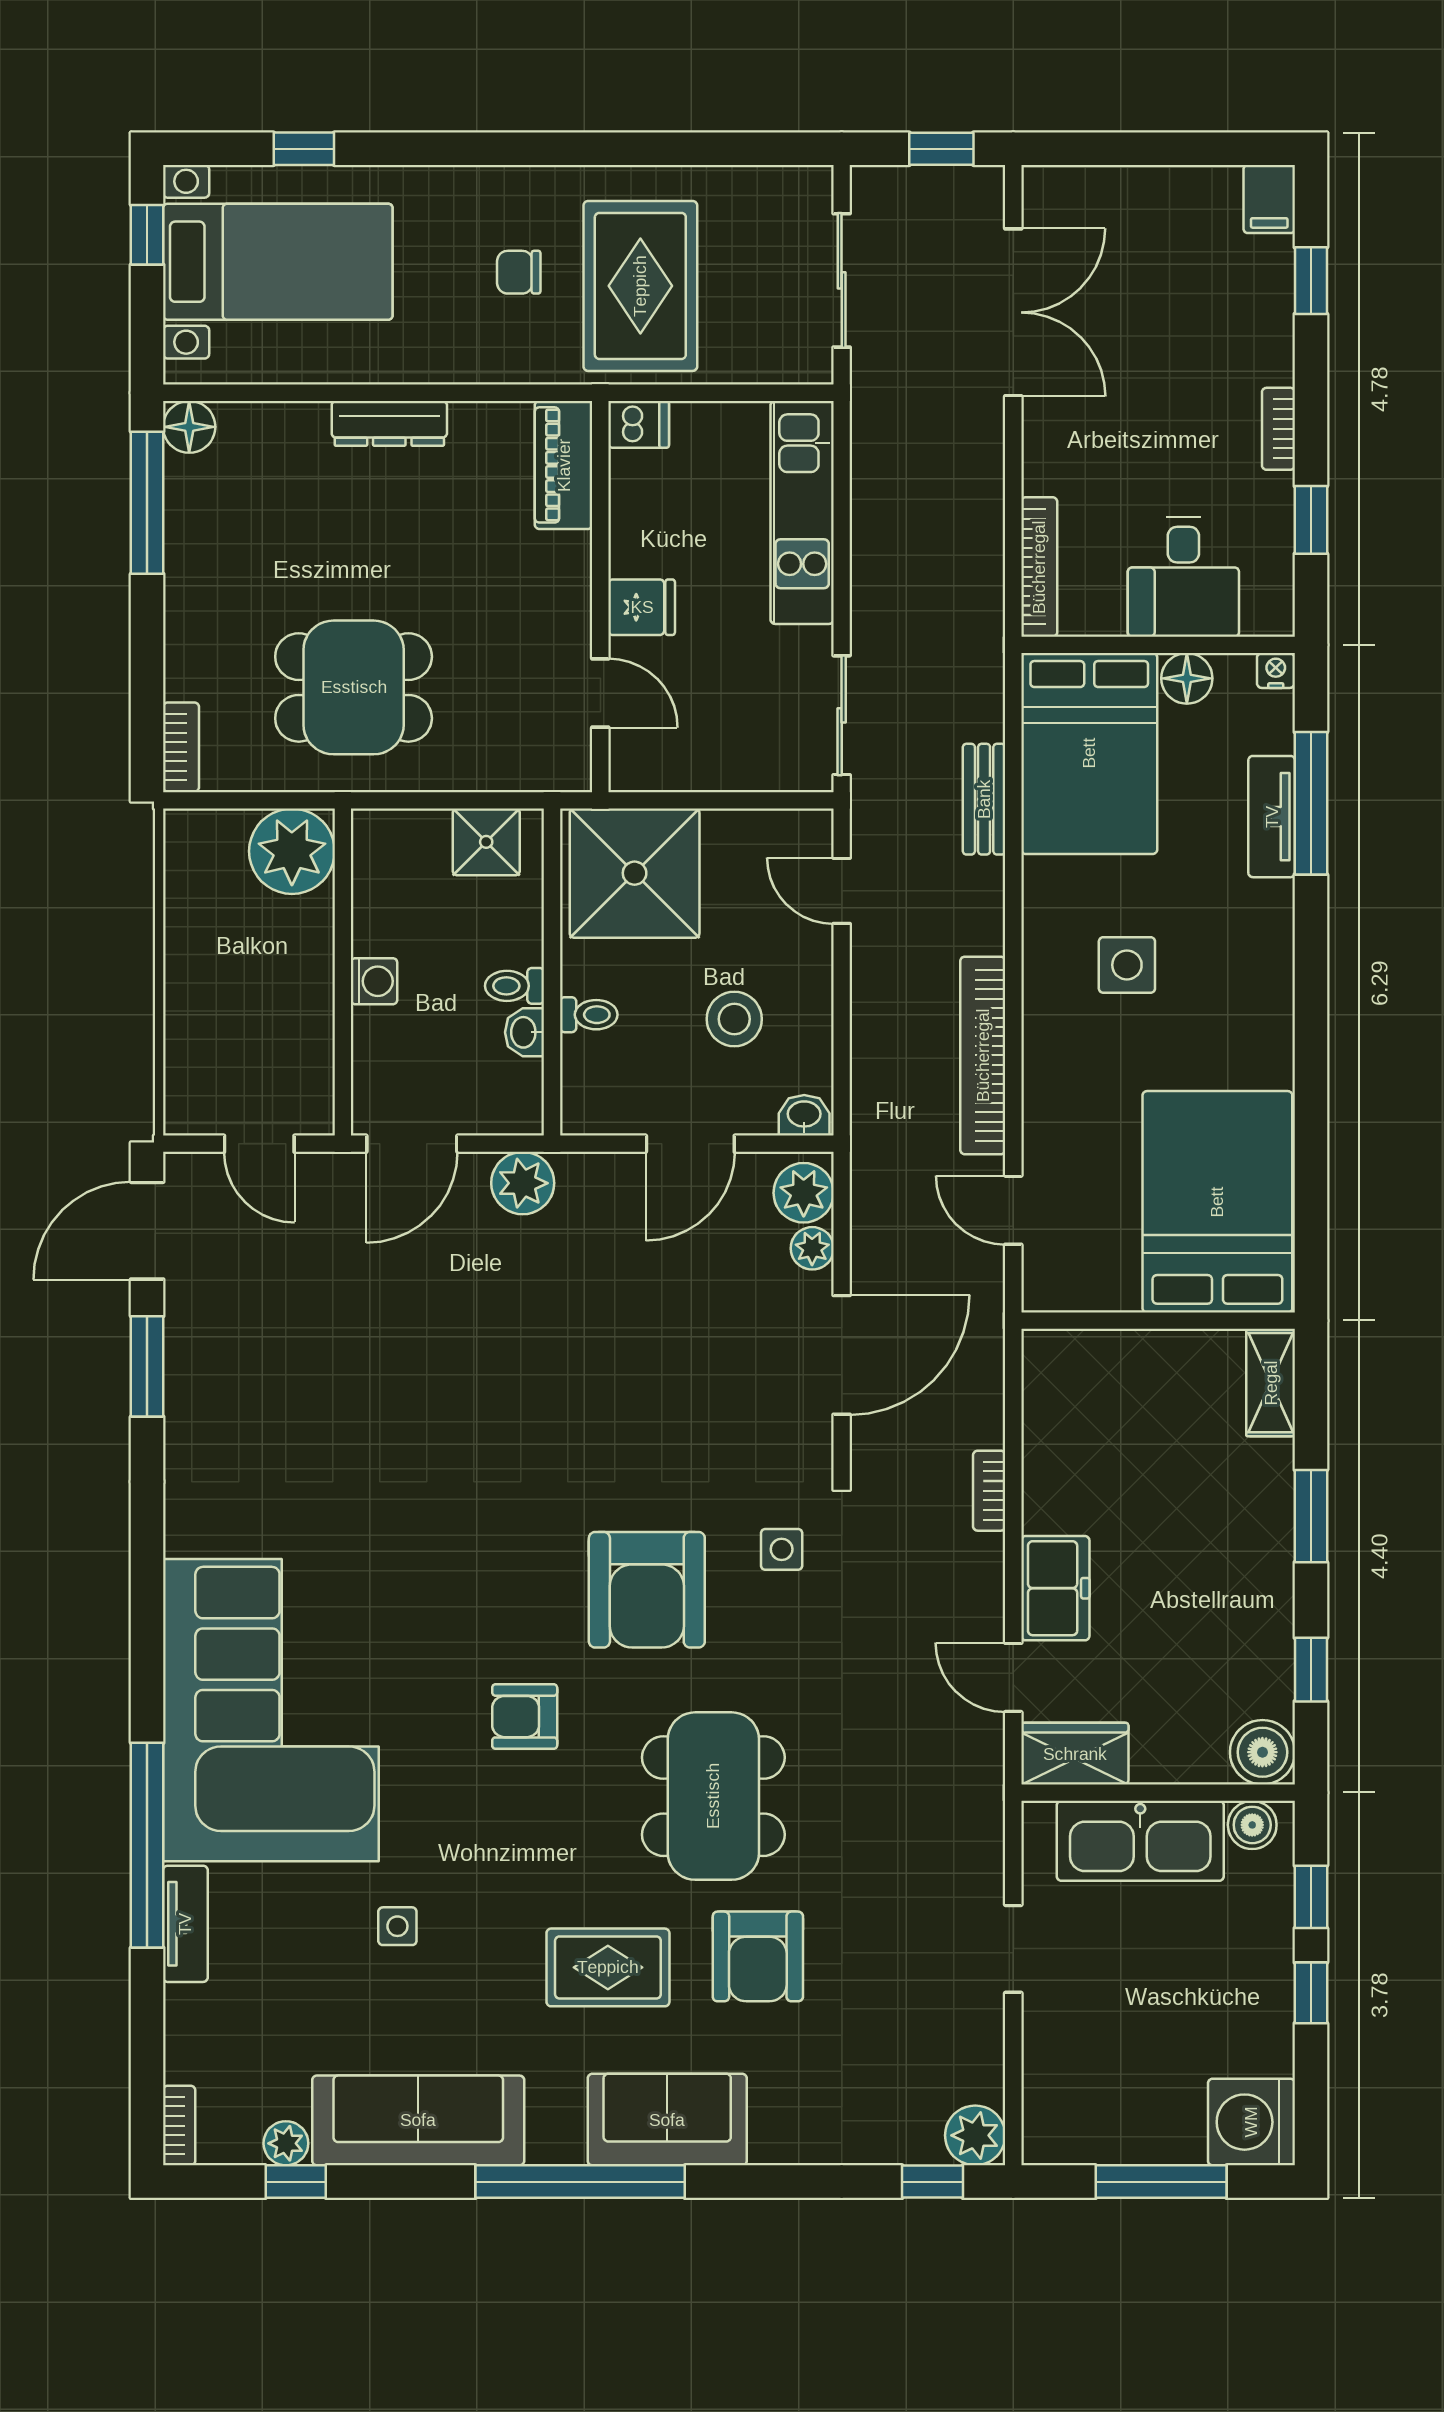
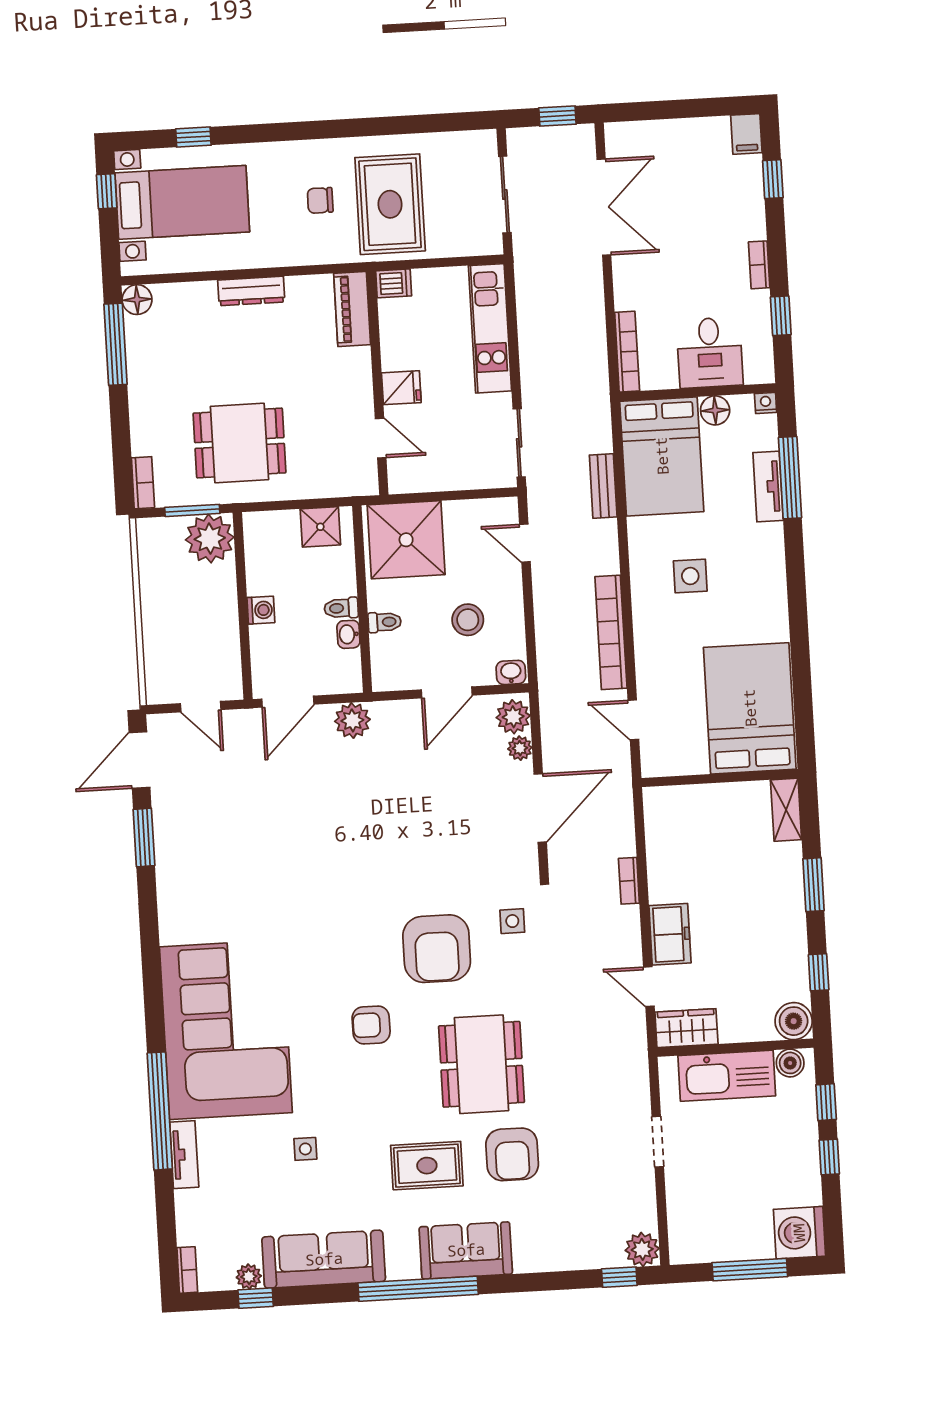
window: (264, 800) -> (192, 510), added

